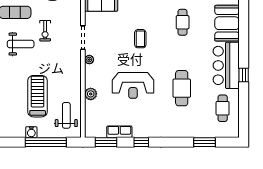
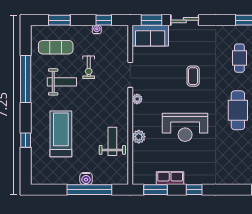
cafe table: (182, 88) -> (238, 110), moved
treadmill: (38, 96) -> (61, 134), moved
weight bench: (66, 115) -> (112, 141), moved
water cooler: (31, 132) -> (86, 179), moved

